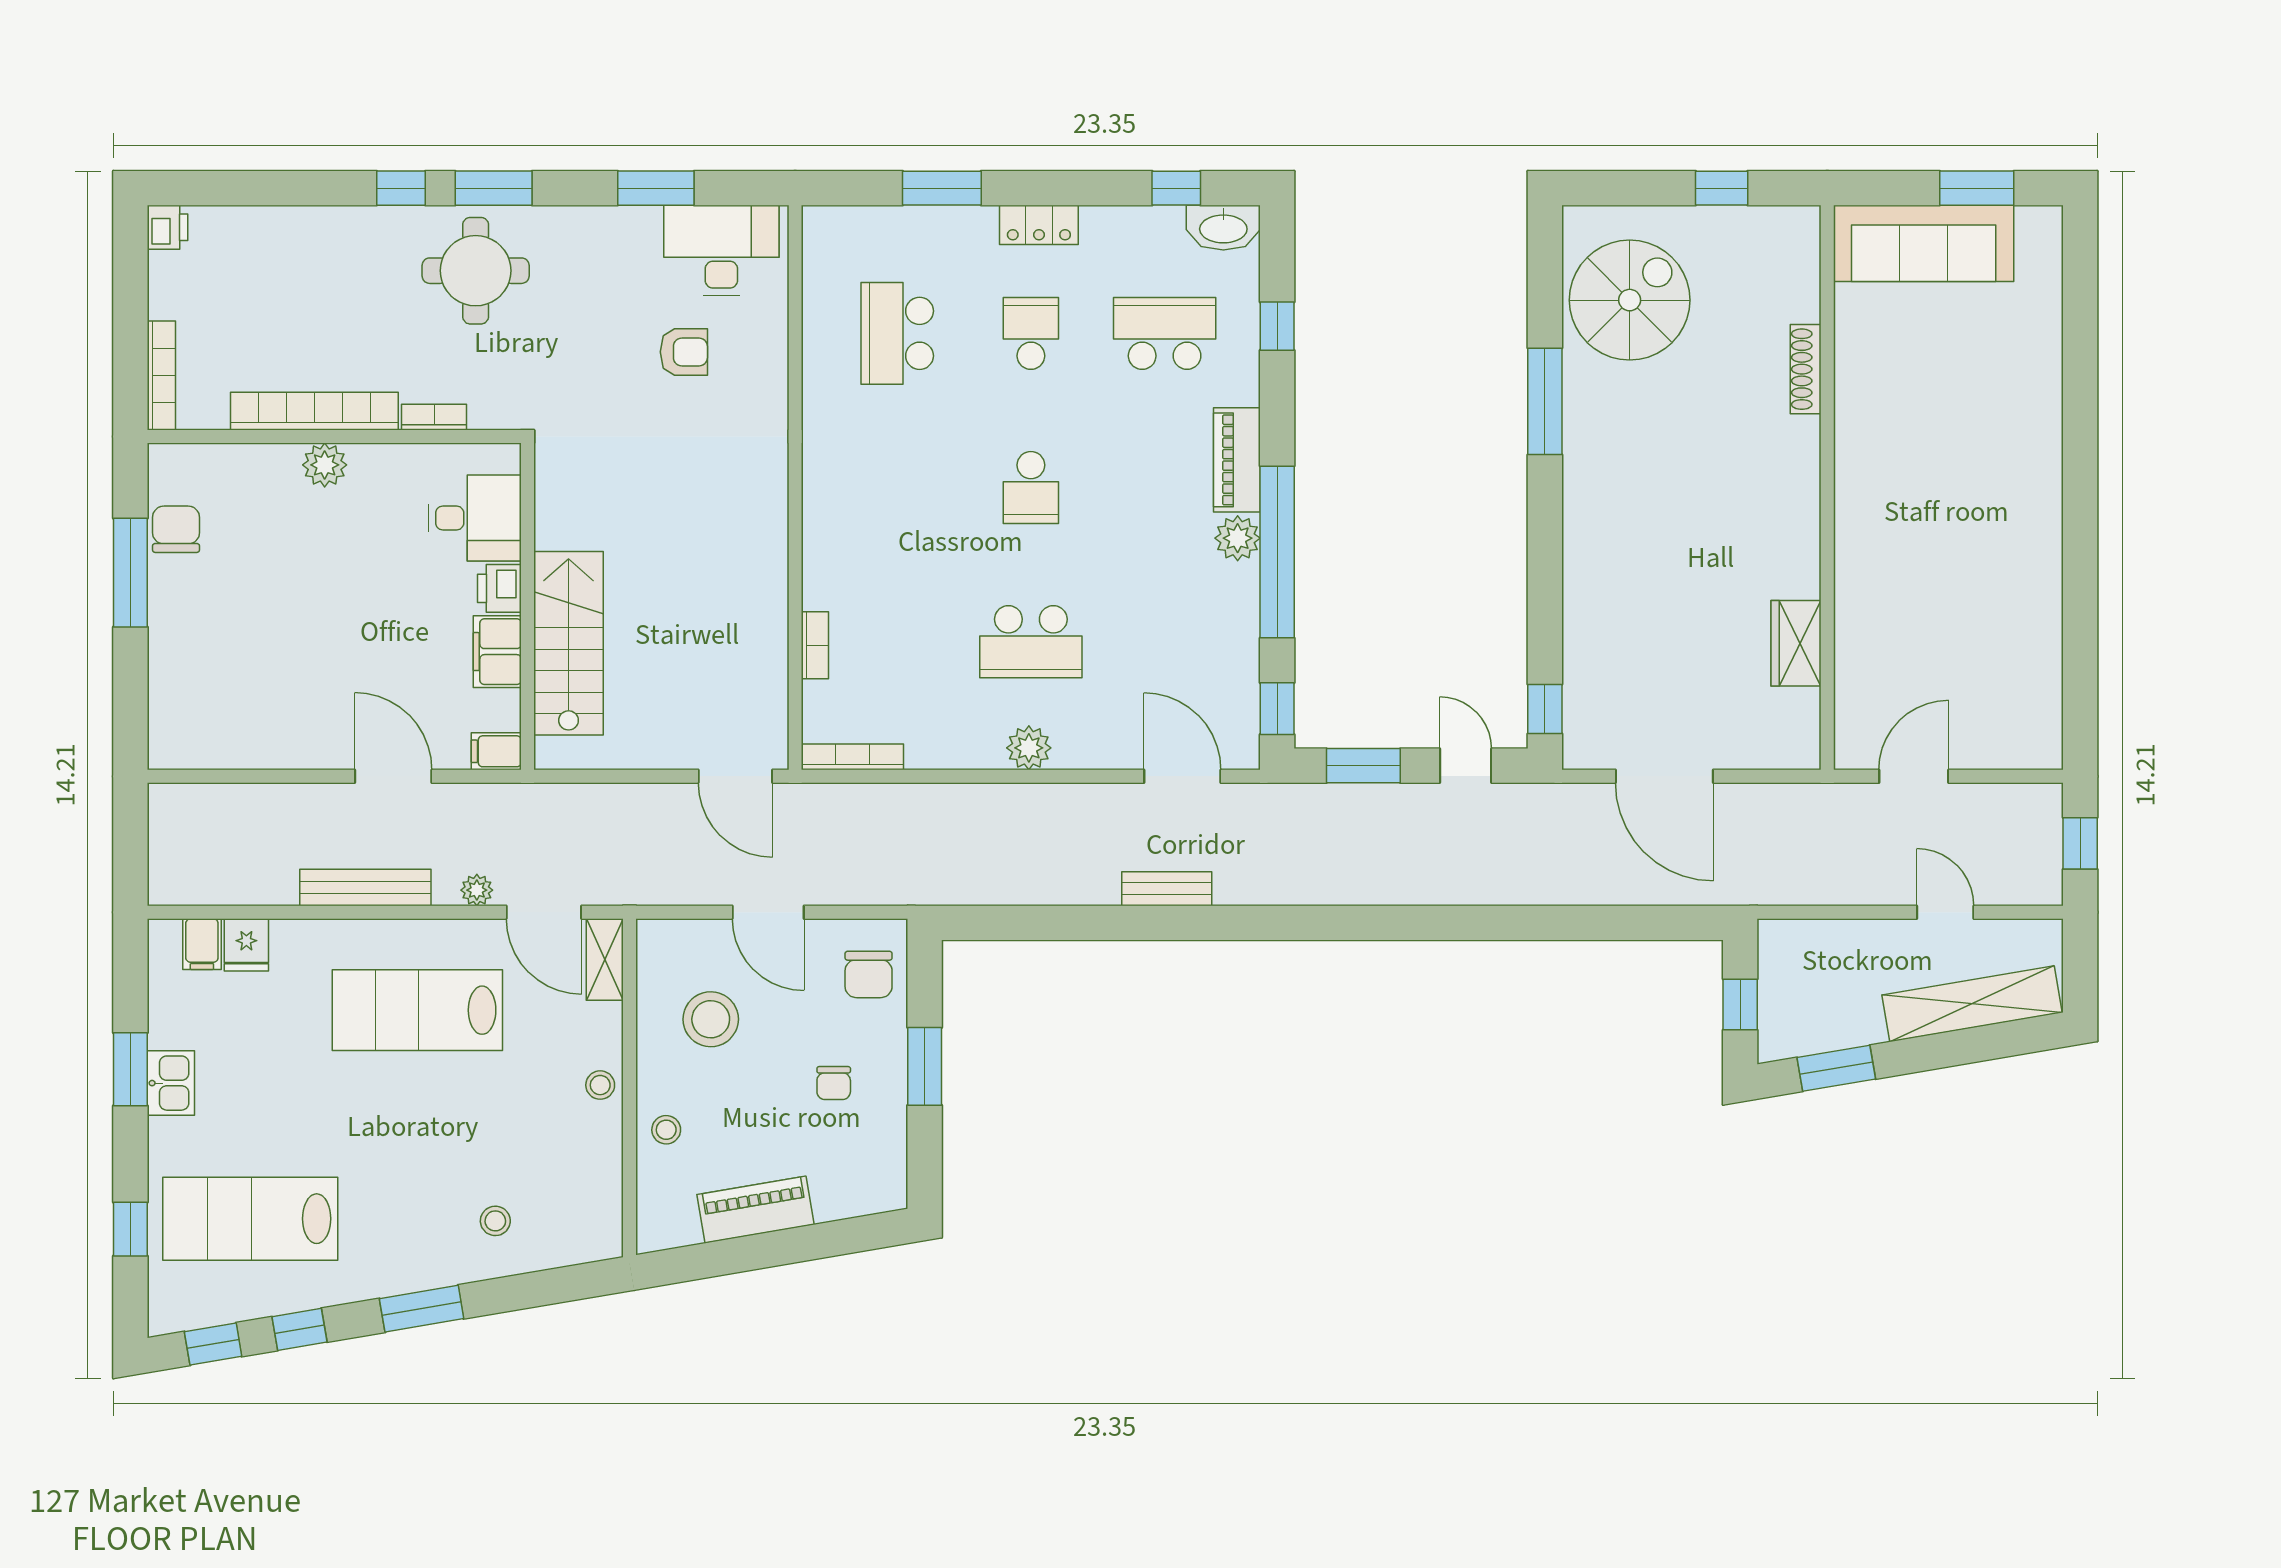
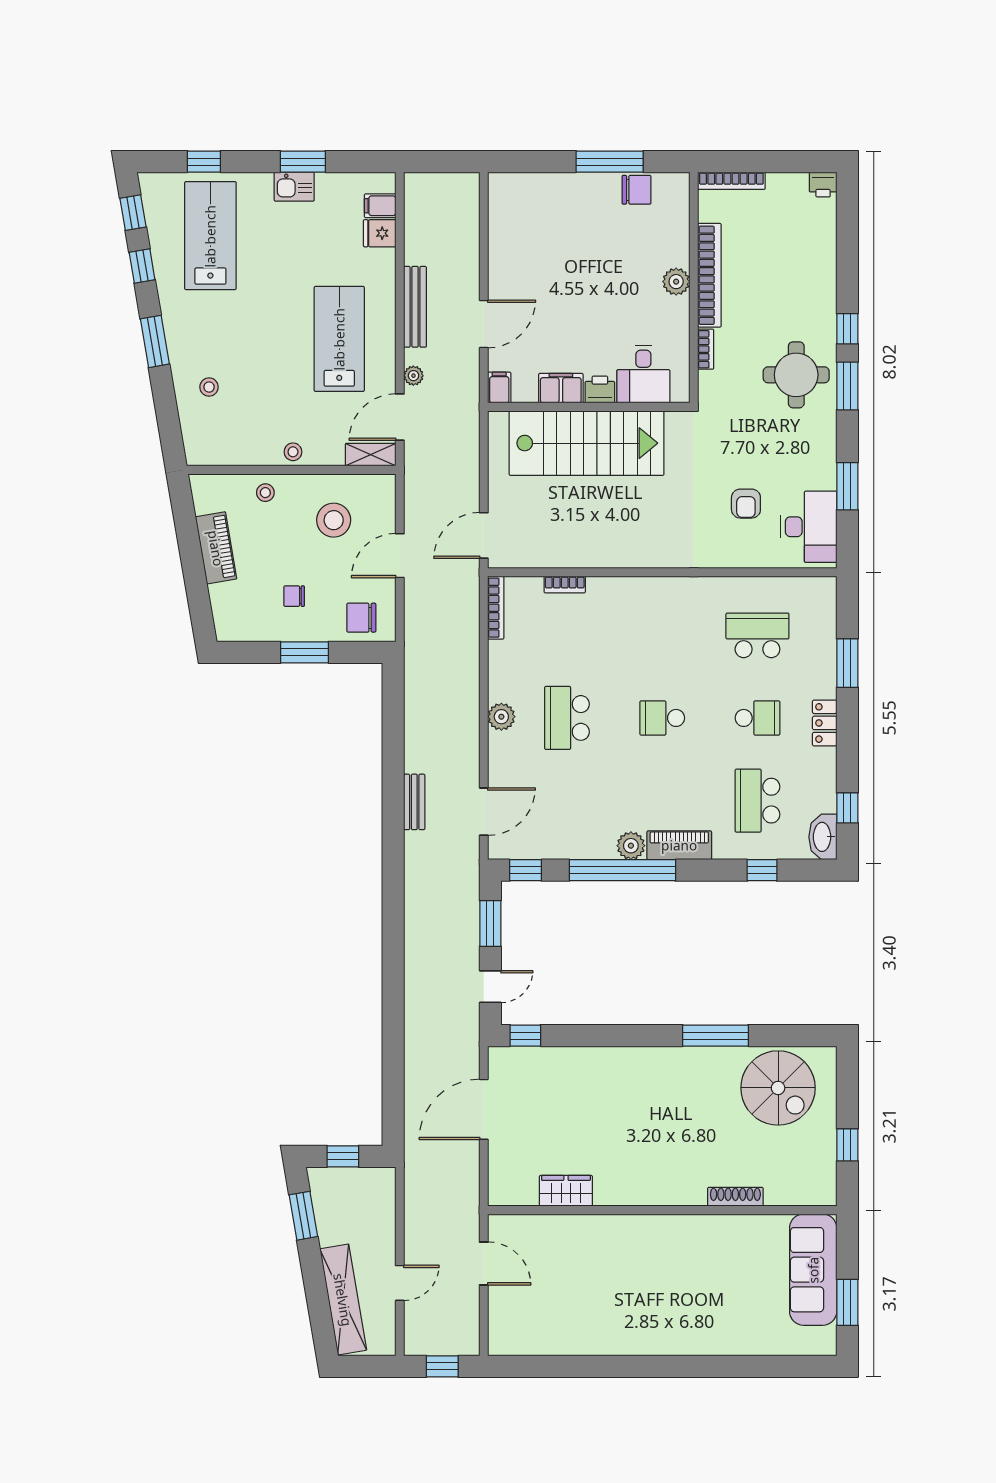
school desk: (1165, 333) -> (757, 801), turned 180
stairs: (569, 643) -> (587, 443), width x1.36, depth x1.51

